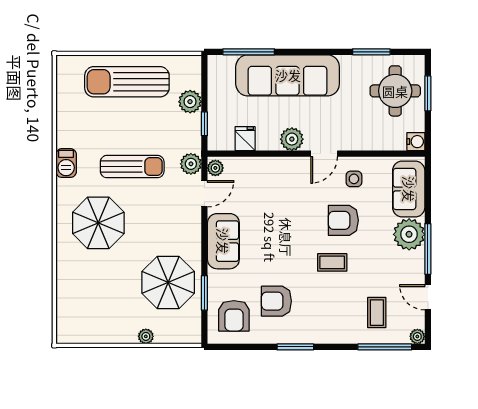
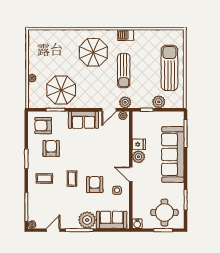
fridge: (245, 139) -> (139, 144), moved
door: (204, 194) -> (109, 110), hinge flipped
coffee table: (377, 313) -> (44, 178), moved

